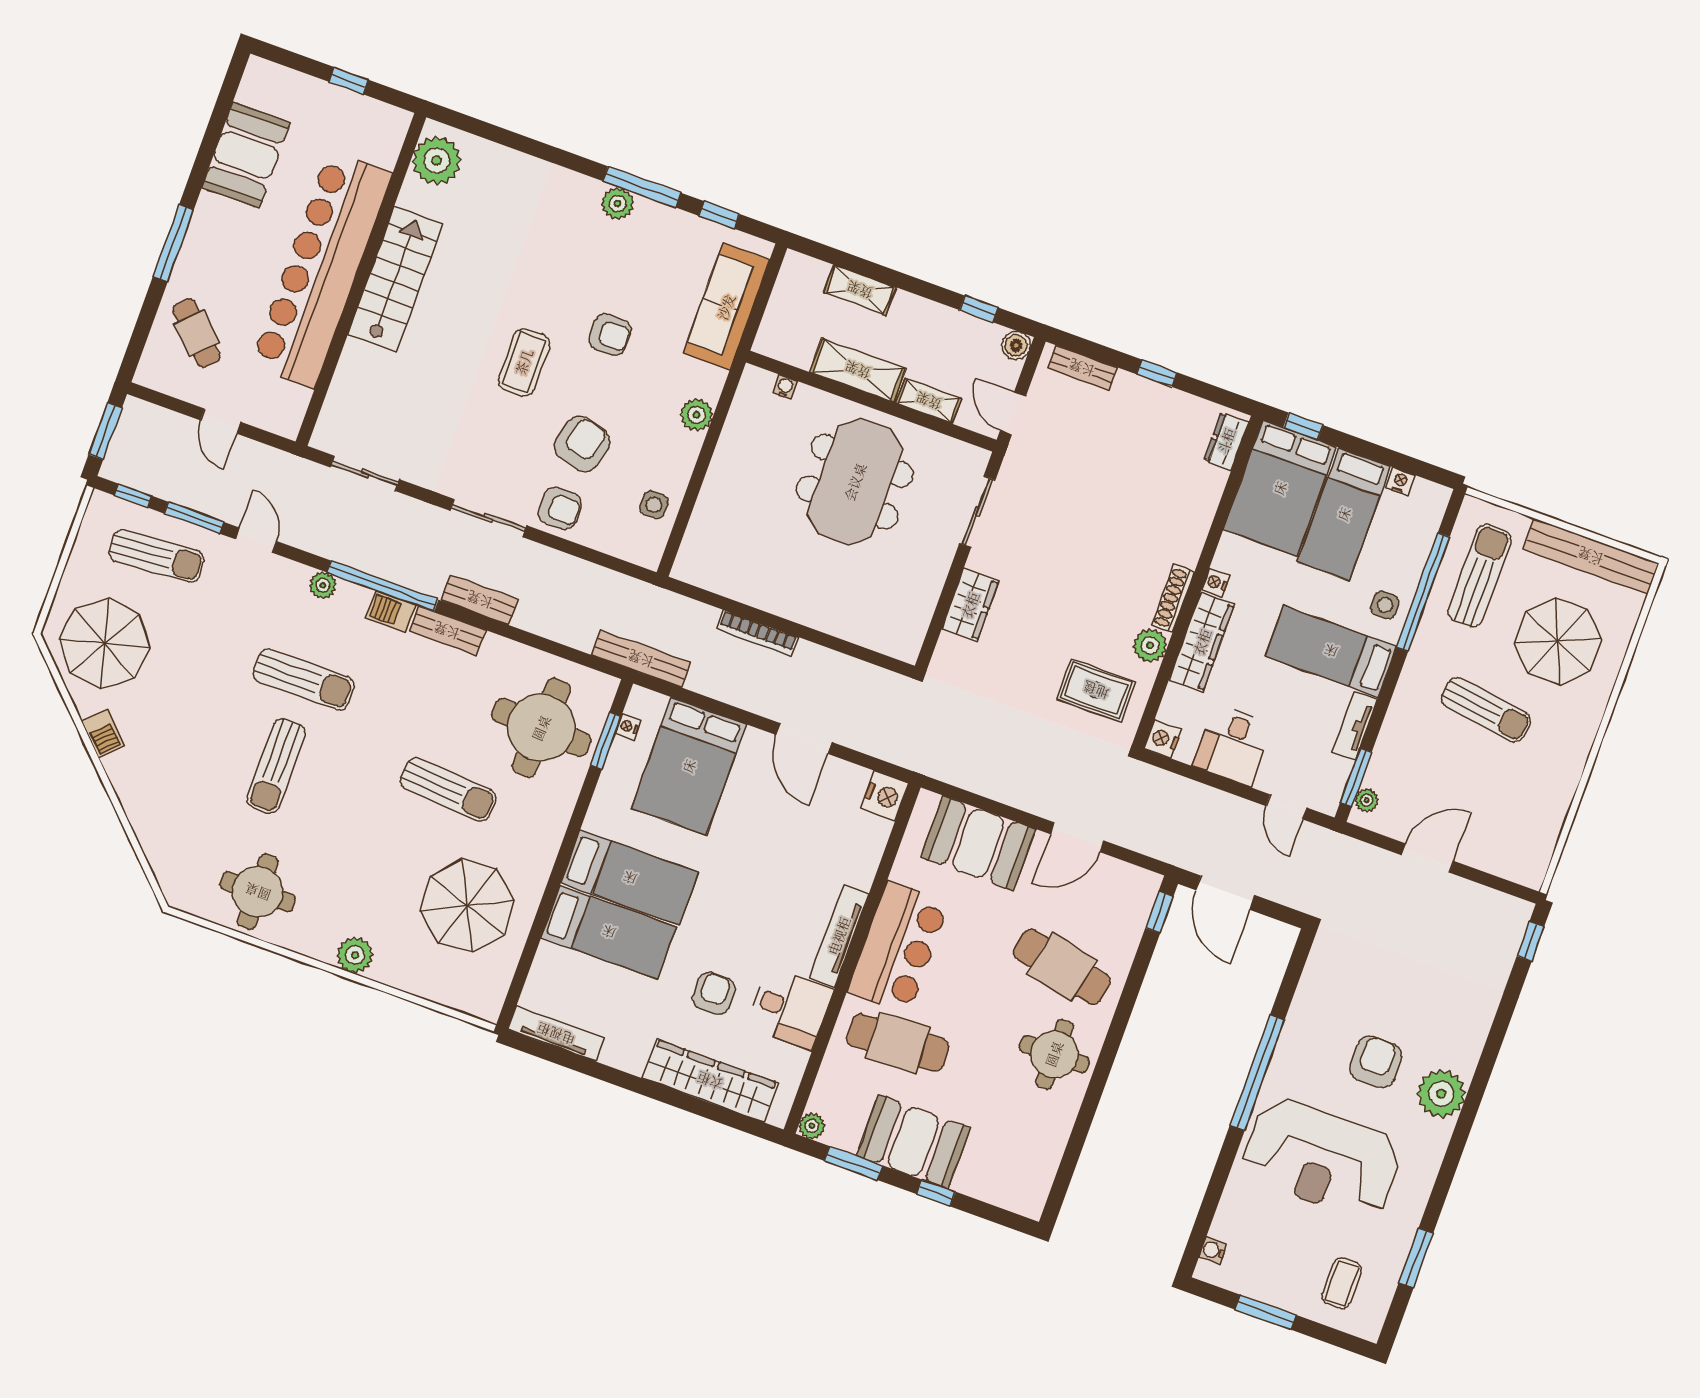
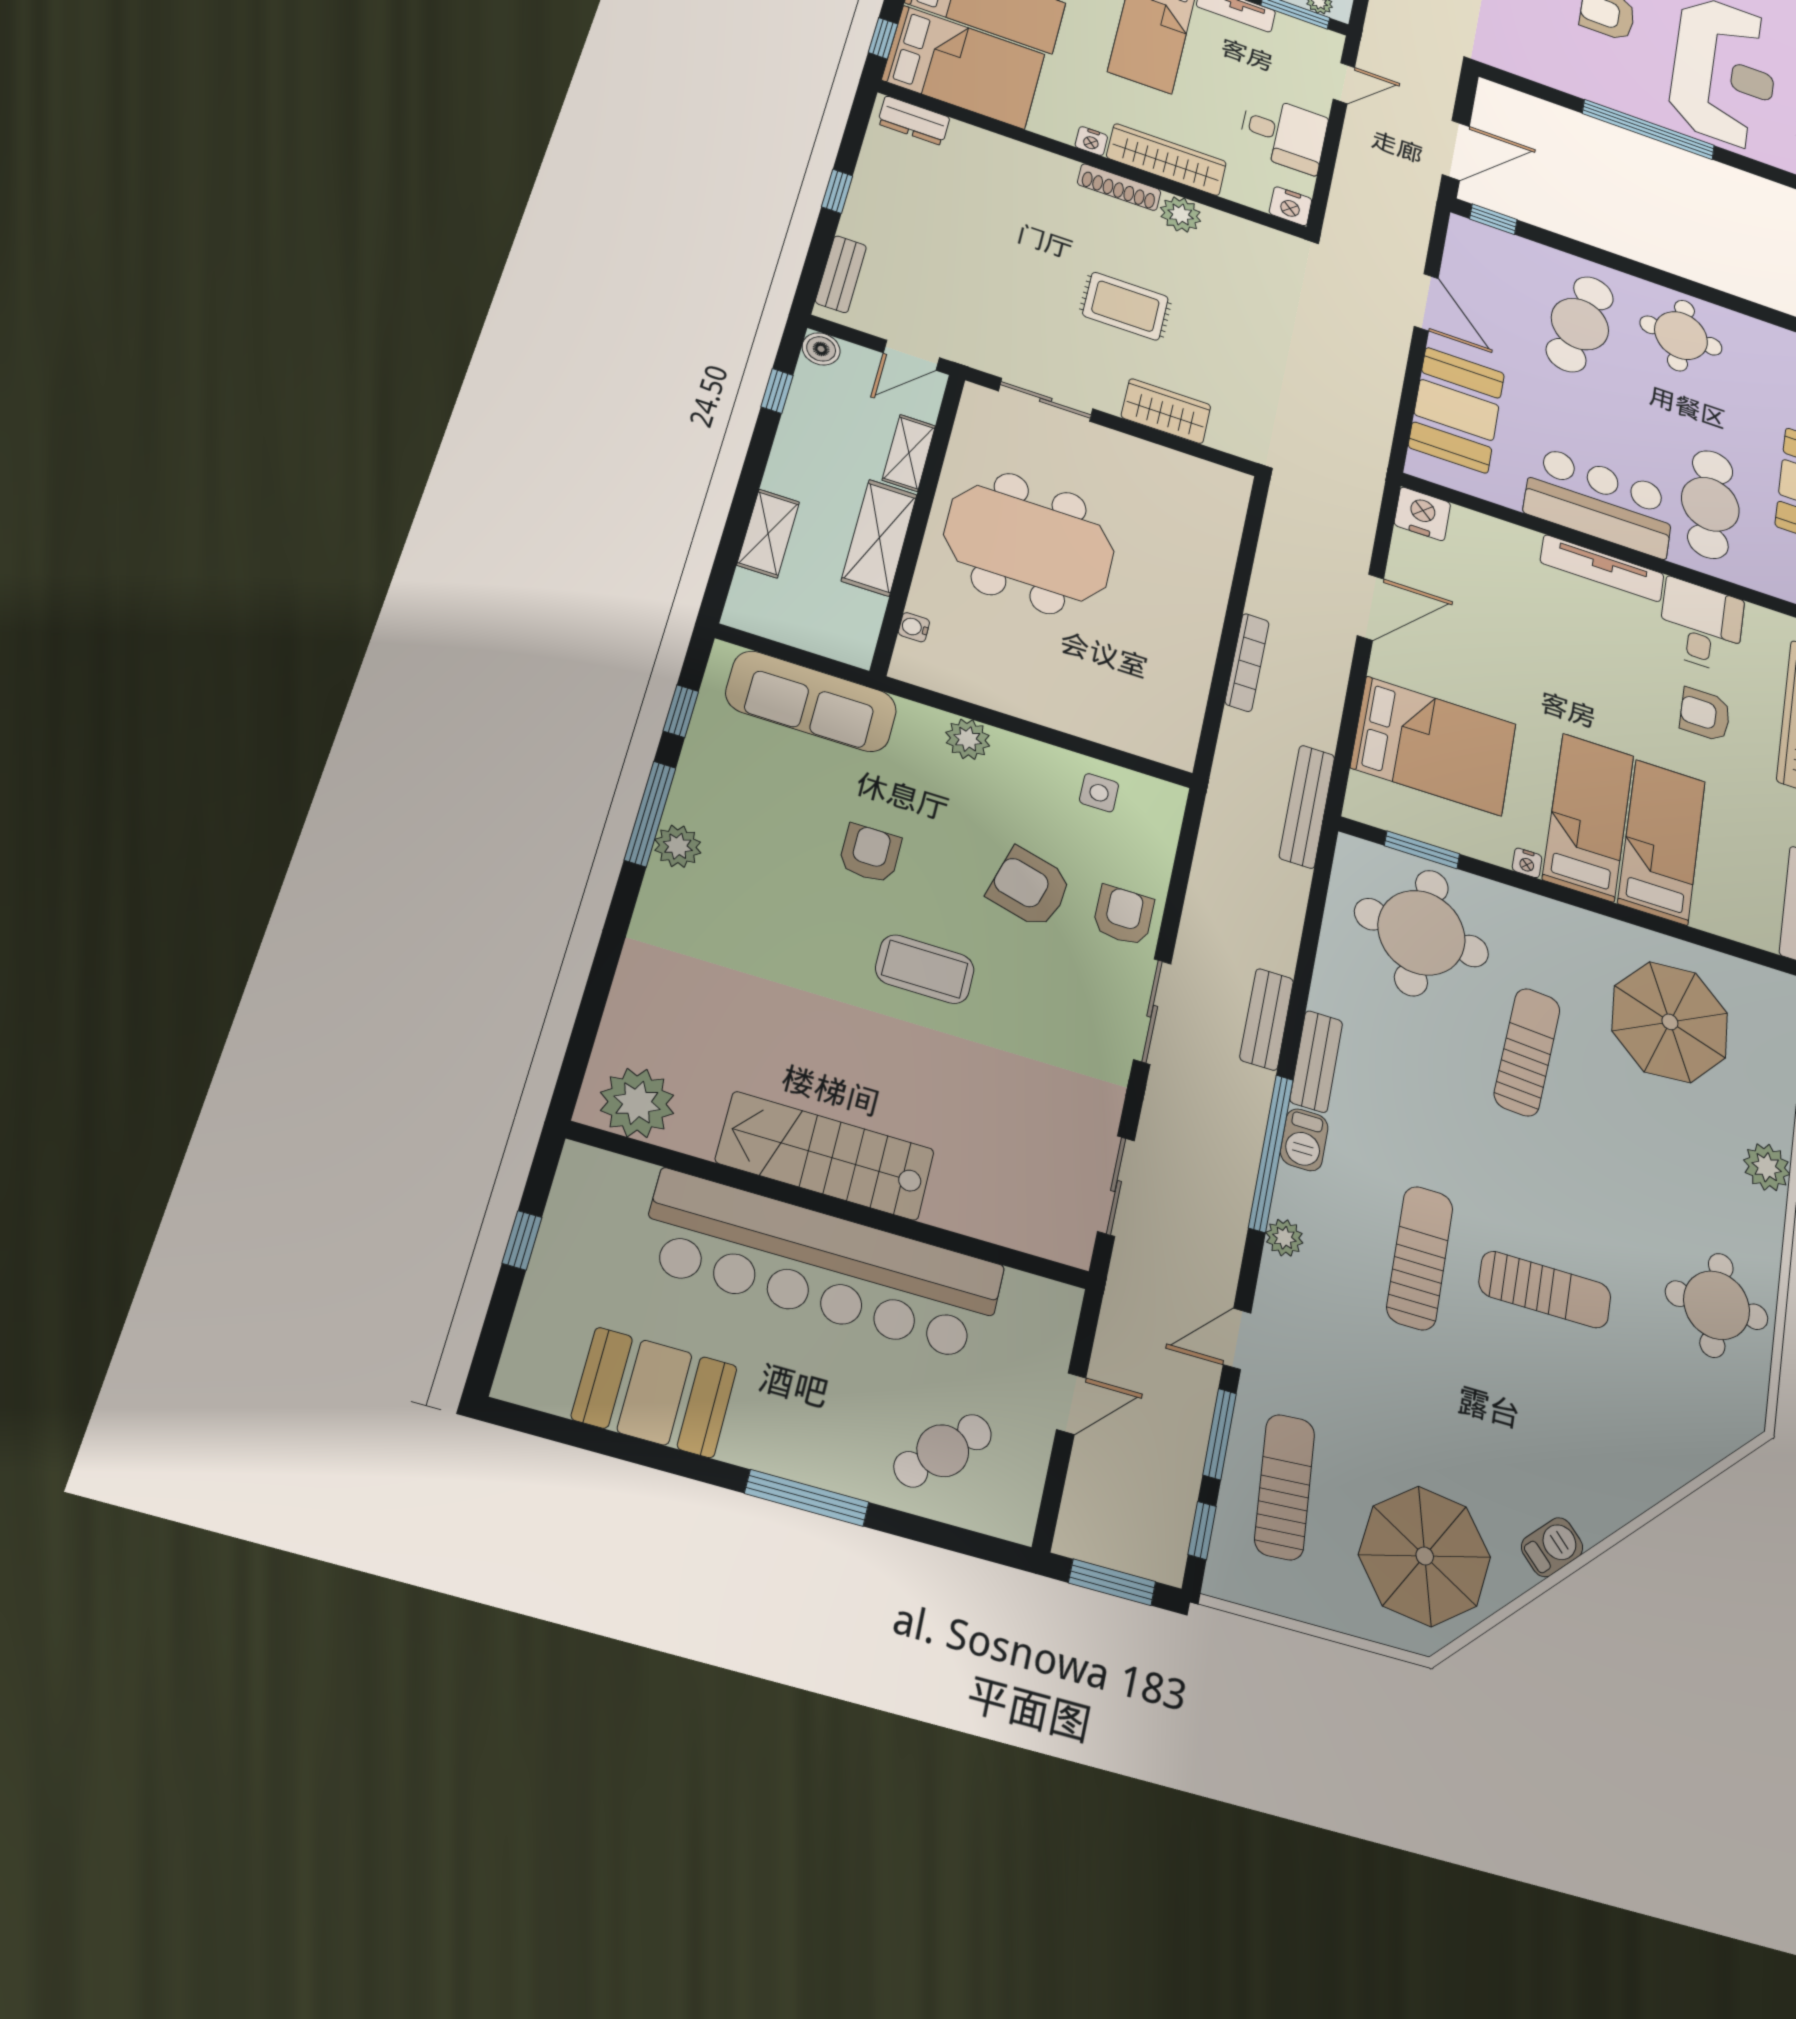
rug: (1096, 690) -> (1125, 306), moved, turned 90
nightstand: (628, 727) -> (1527, 863), moved

